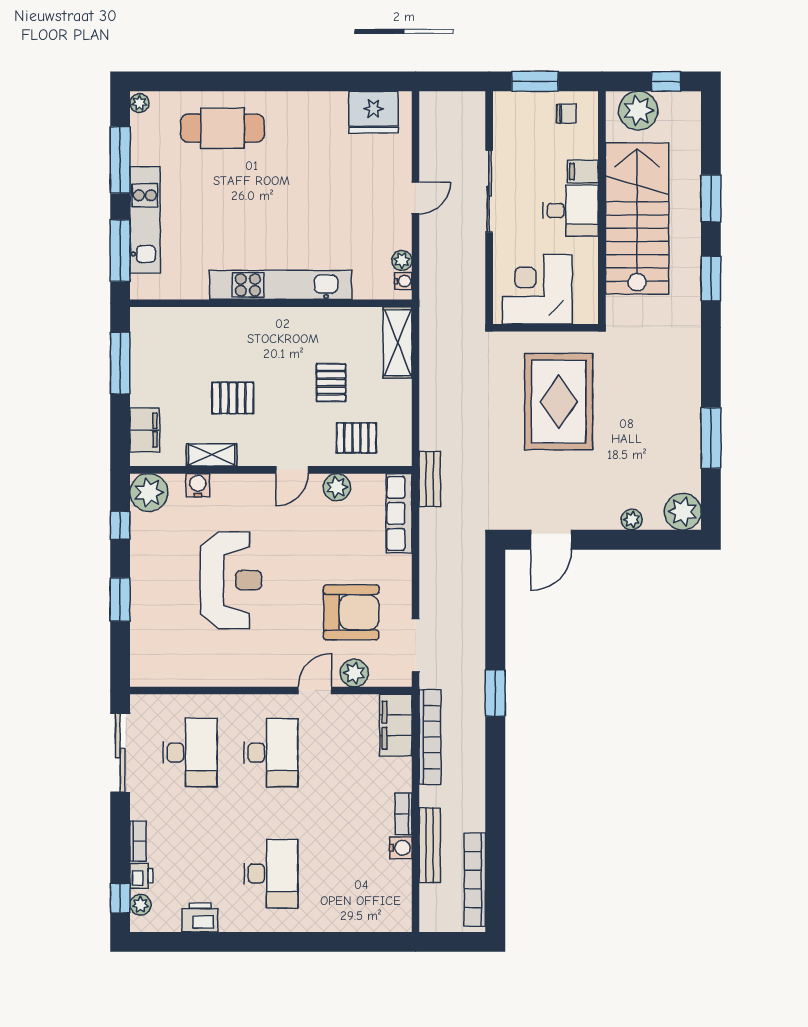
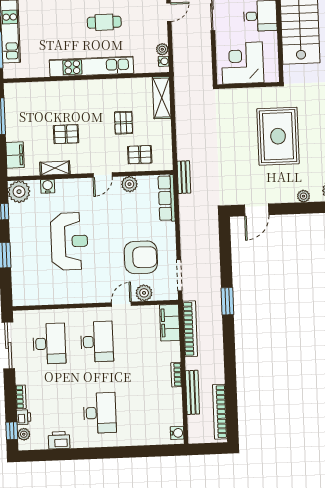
cafe table: (305, 211) -> (104, 22), added
rug: (559, 402) -> (278, 136), moved
water cooler: (401, 848) -> (177, 433), moved

